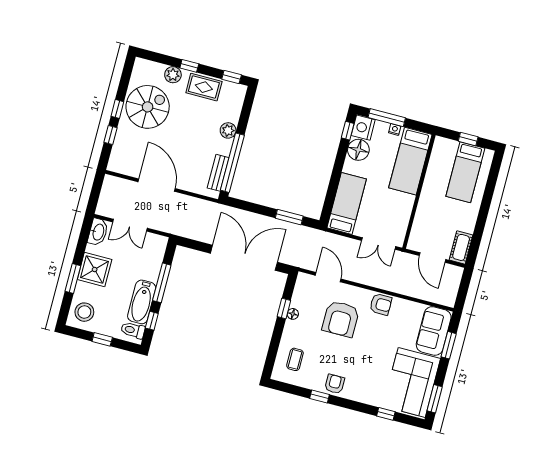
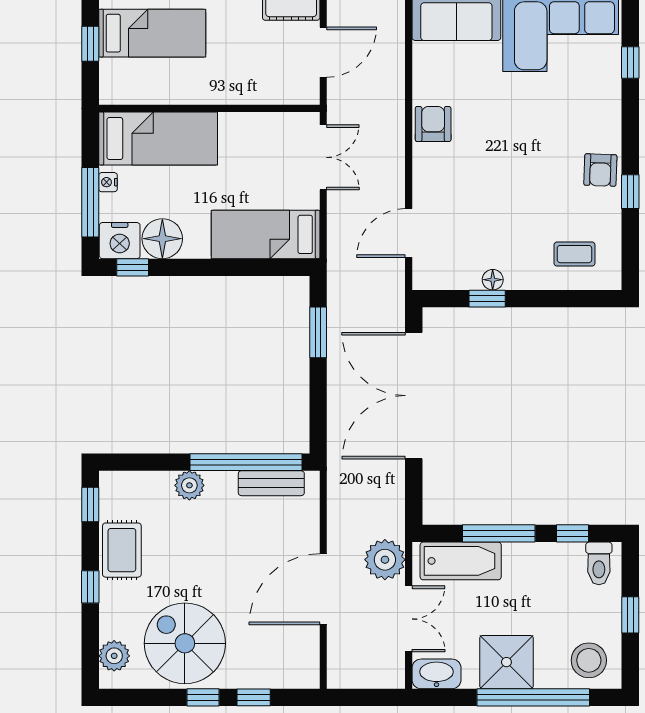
plant: (173, 75) -> (114, 656), moved
plant: (164, 221) -> (385, 560), added
window: (73, 278) -> (533, 697), width x2.11
bathtub: (142, 302) -> (461, 561), moved
armchair: (341, 319) -> (479, 190), removed
armchair: (335, 384) -> (600, 170), turned -88

